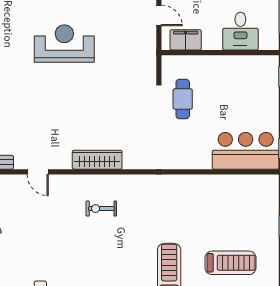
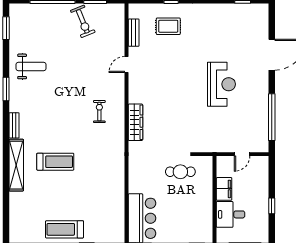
filing cabinet: (186, 40) -> (224, 189), moved
wardrobe: (97, 160) -> (135, 122), moved
treadmill: (230, 263) -> (64, 229), moved, turned 90

